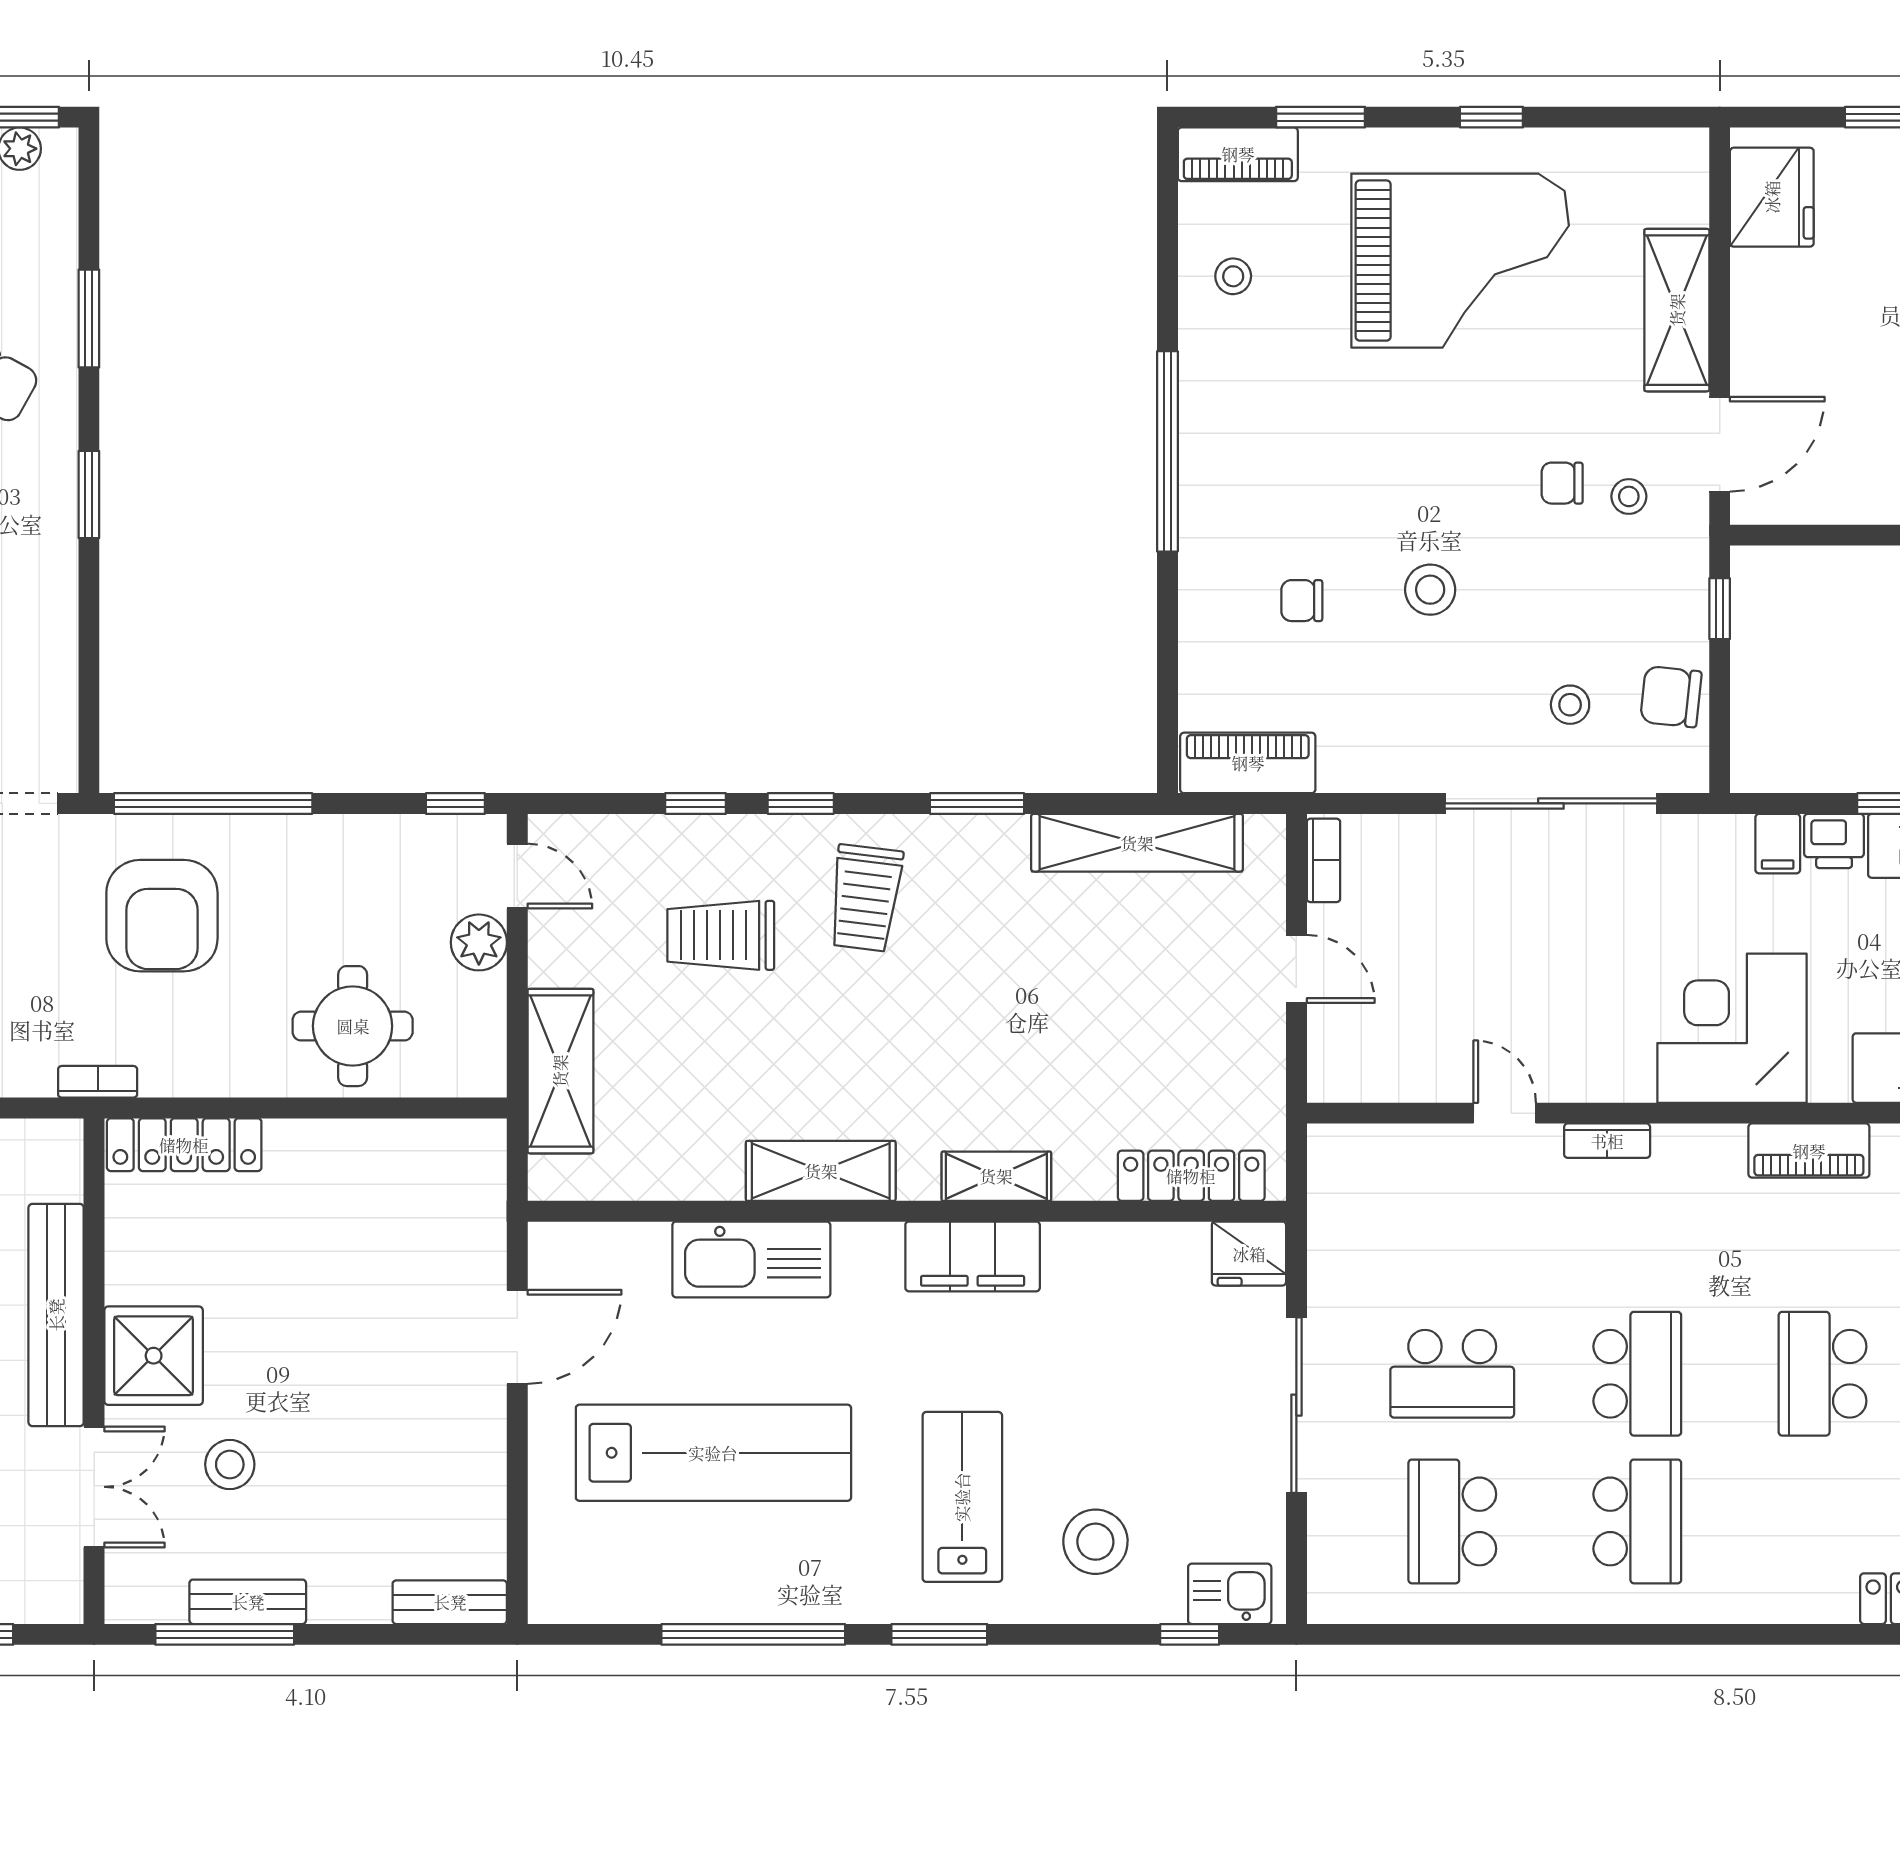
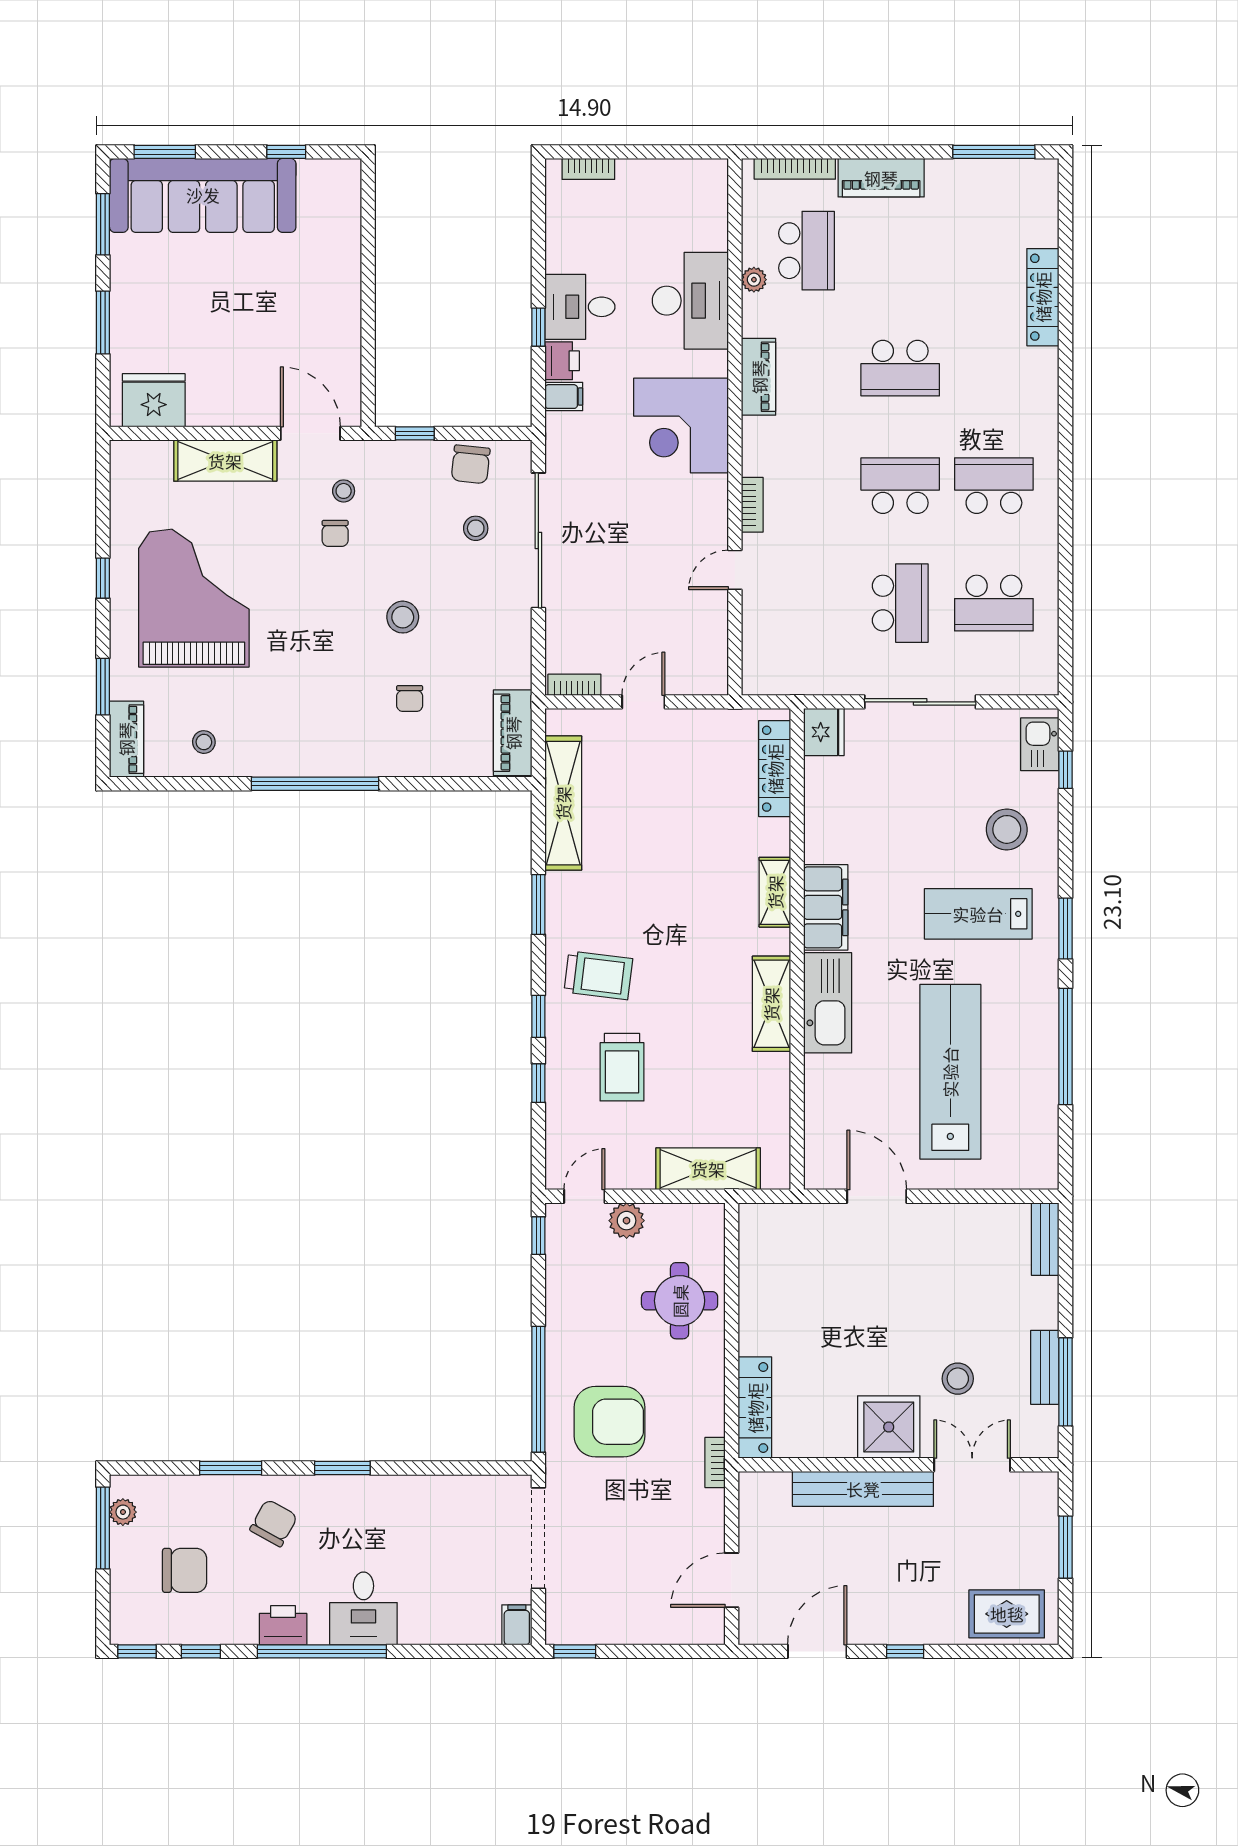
kitchen sink: (751, 1259) -> (828, 1003), moved

